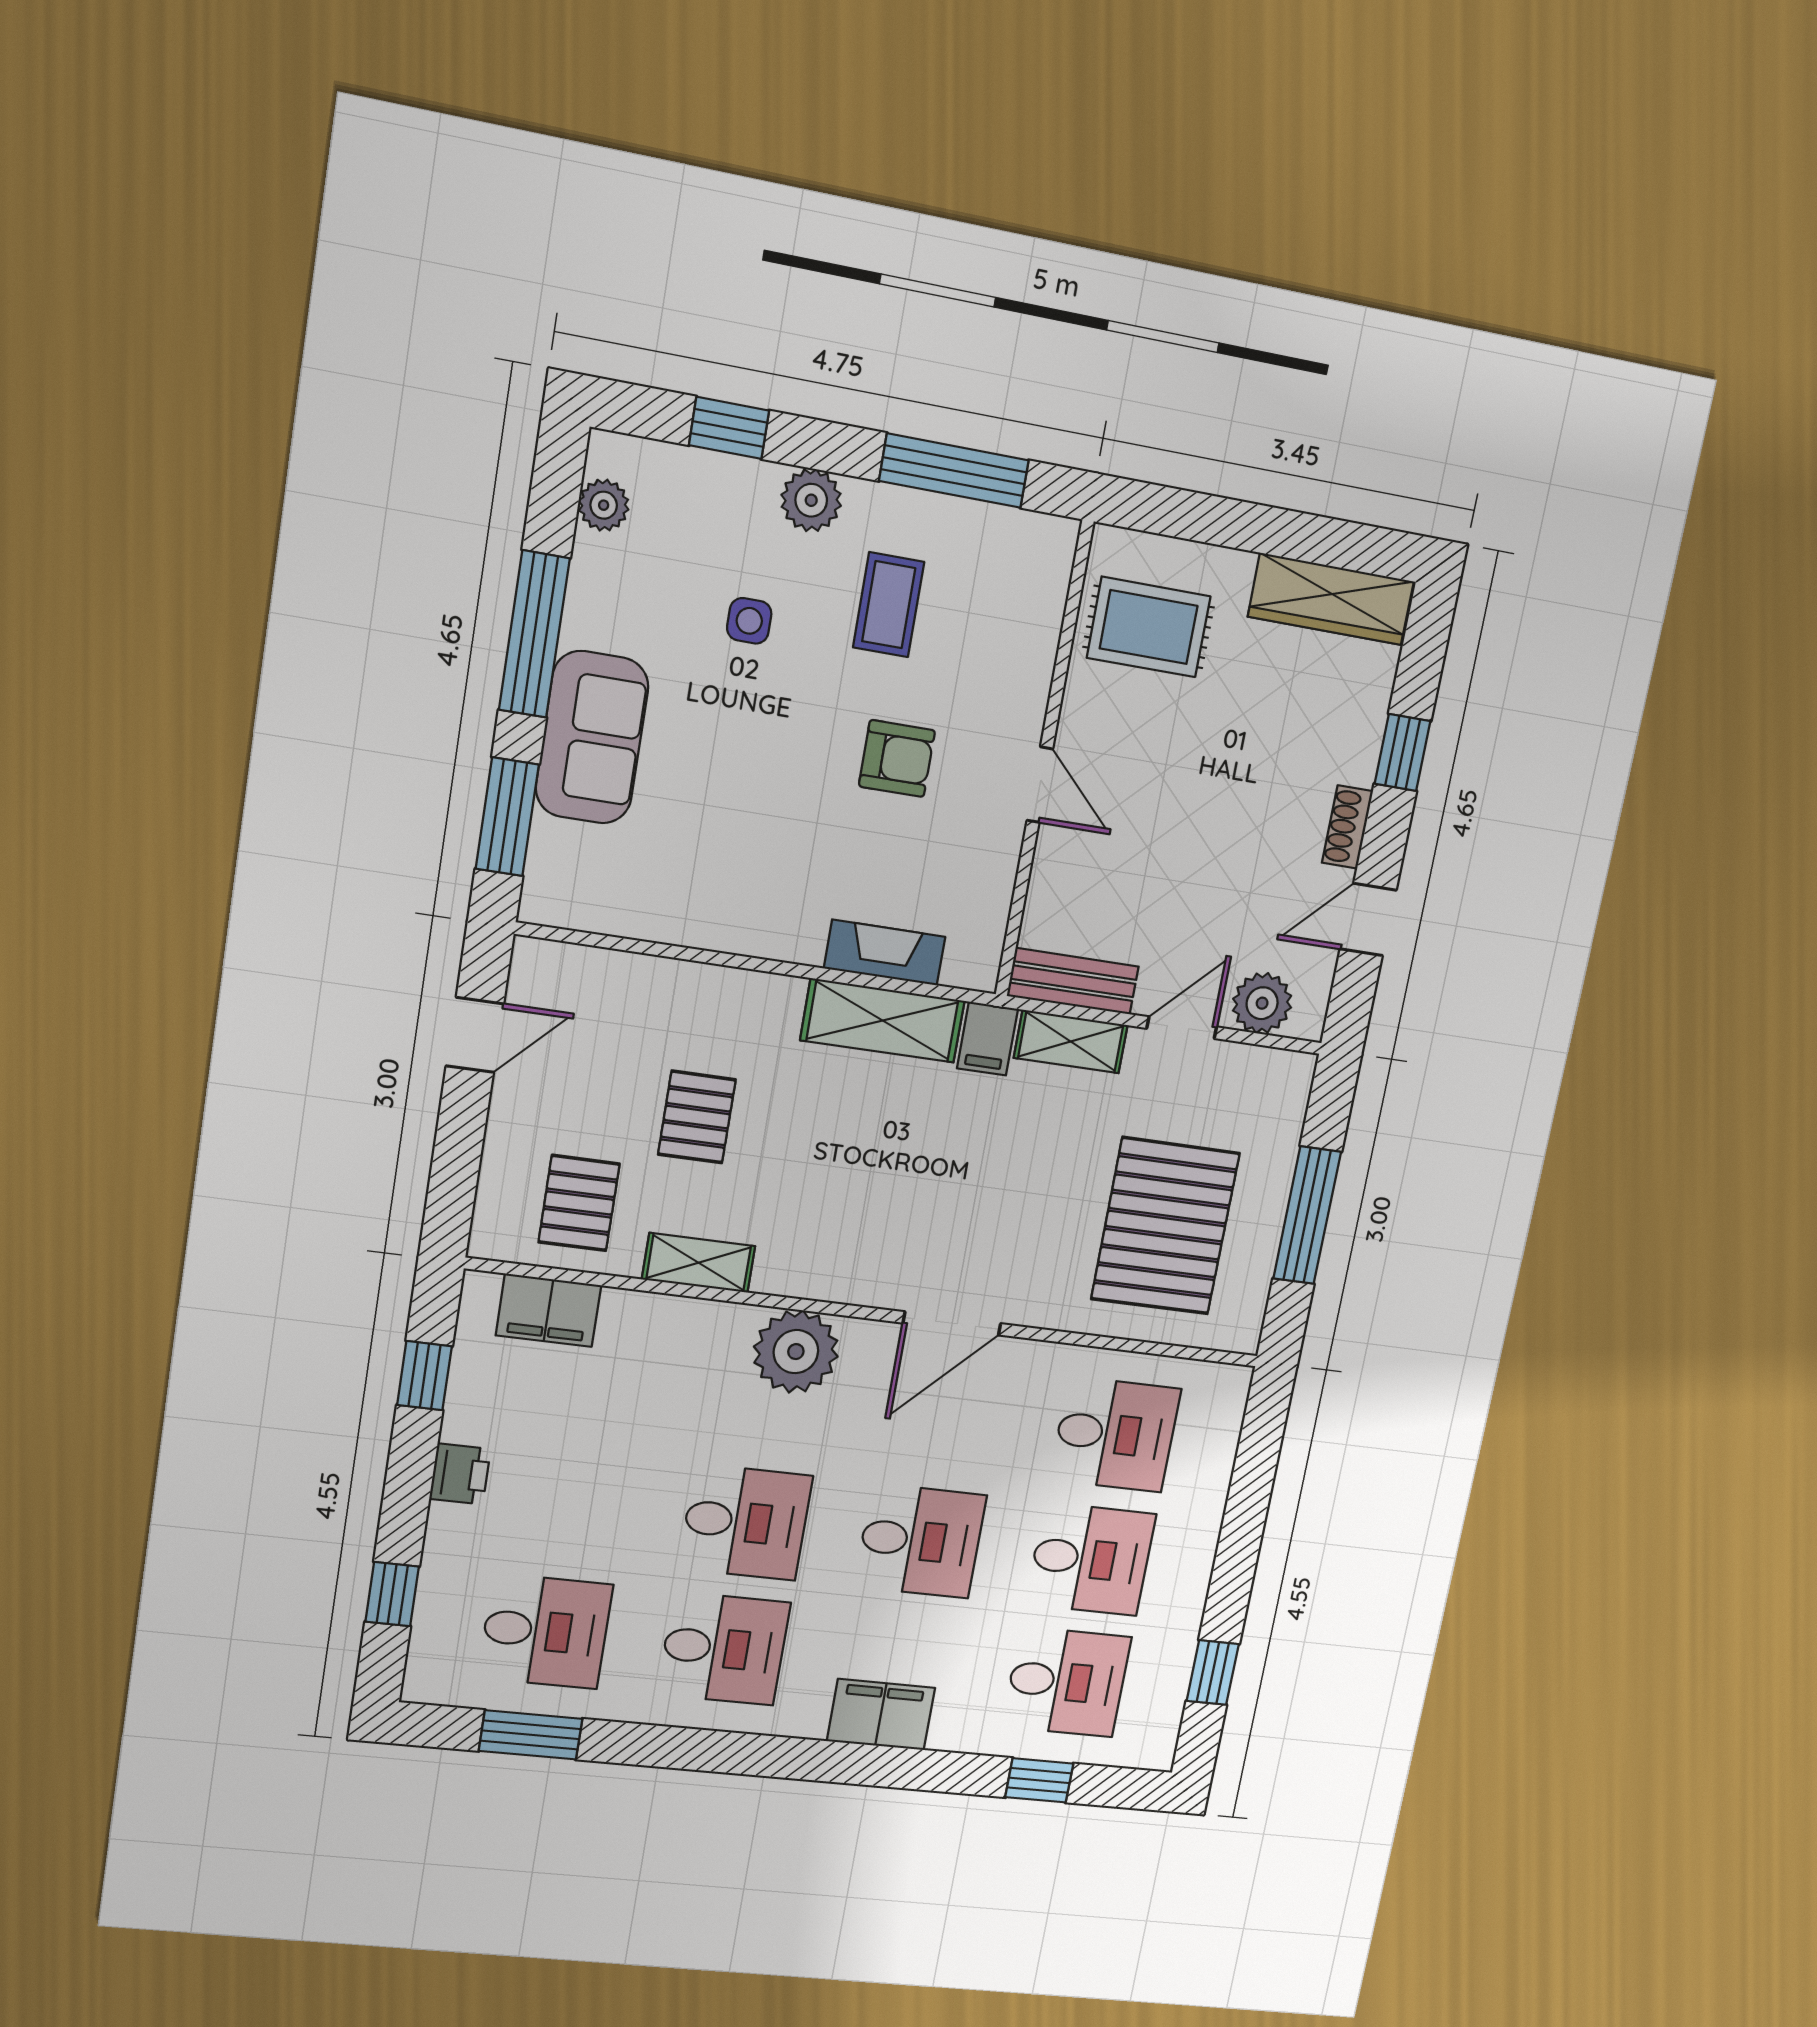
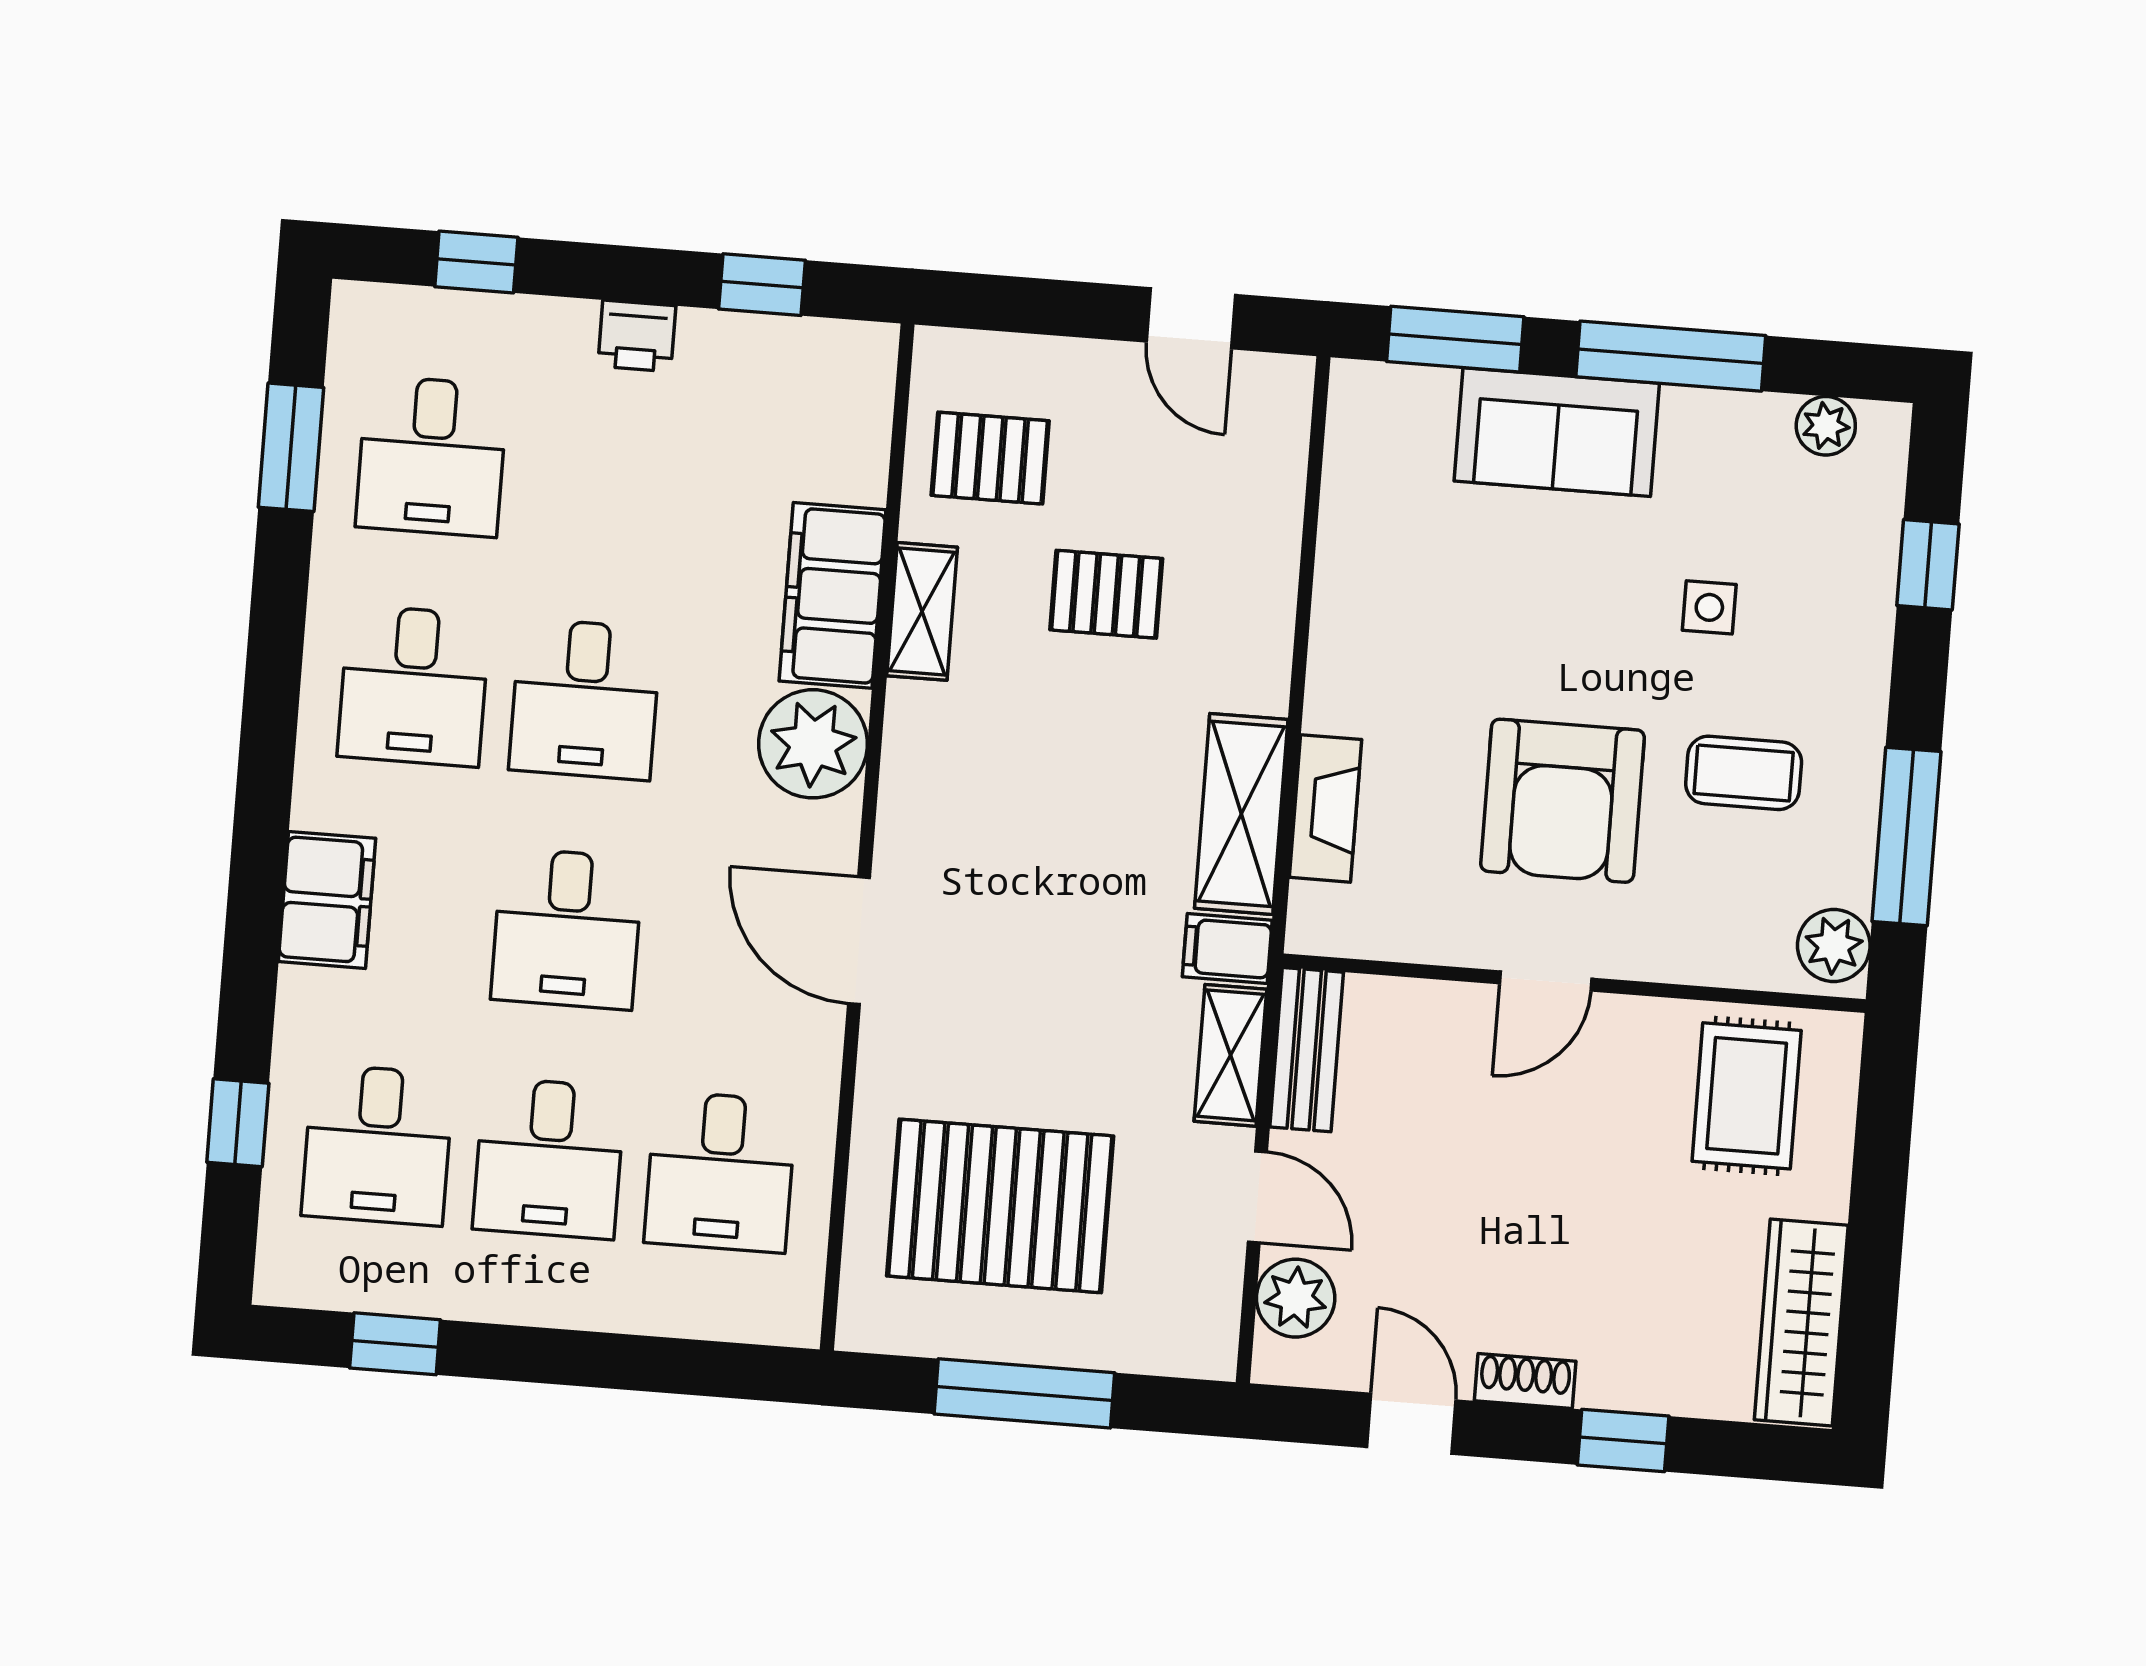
plant: (811, 500) -> (1834, 945), moved
armchair: (897, 758) -> (1563, 801), width x1.88, depth x1.88
filing cabinet: (548, 1310) -> (833, 595), moved, width x1.50, depth x1.17

